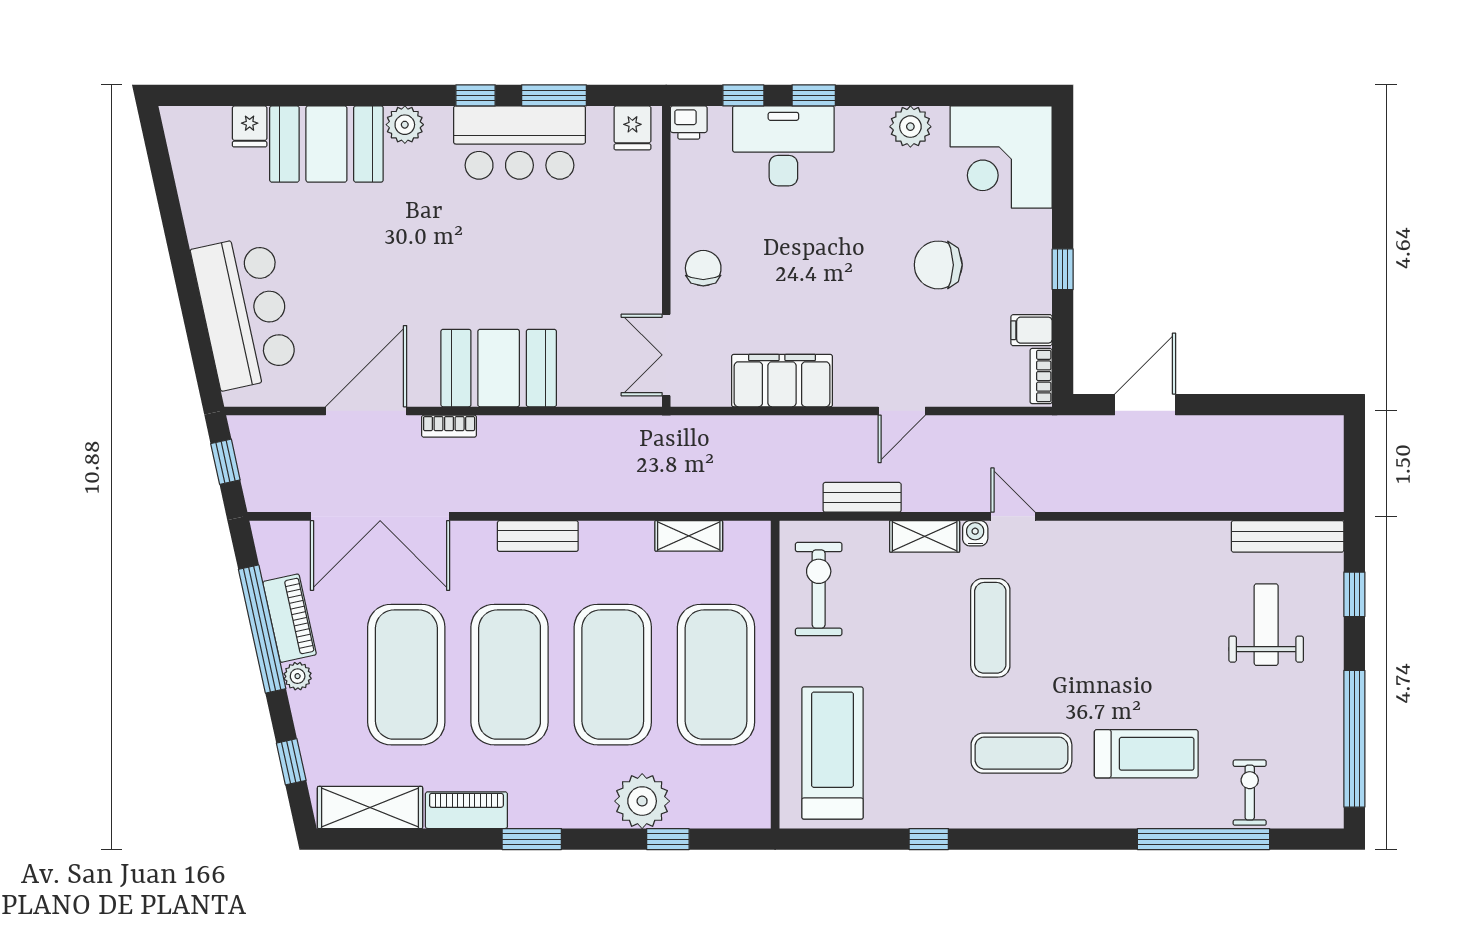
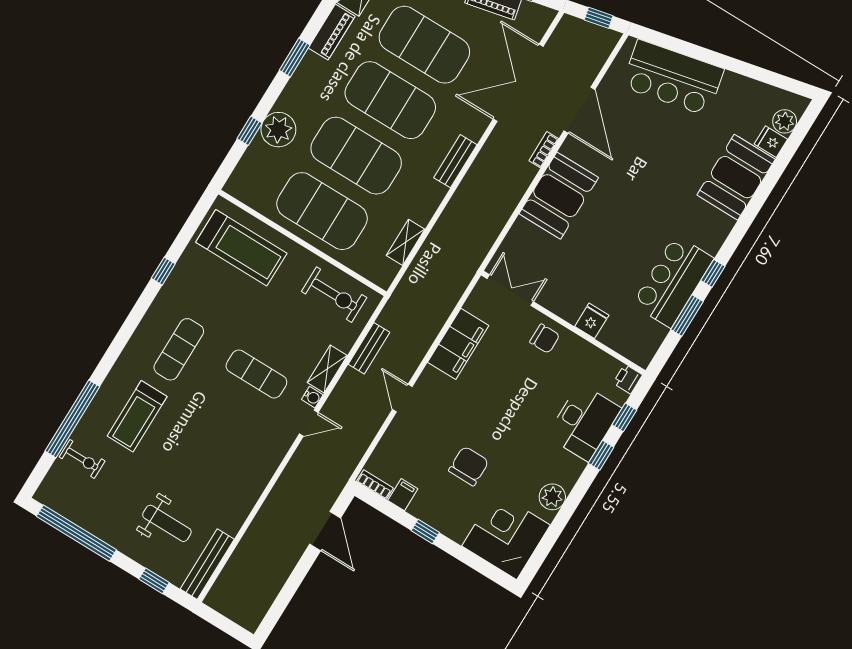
plant: (405, 125) -> (785, 121), moved
fridge: (632, 128) -> (592, 321), moved, turned 90

